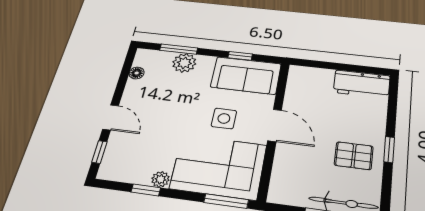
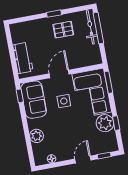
window: (179, 49) -> (29, 143), removed
window: (240, 56) -> (20, 96), moved
workbench: (362, 84) -> (23, 58), moved
pallet: (354, 156) -> (63, 30), turned 90
plant: (160, 179) -> (105, 123), width x1.88, depth x1.88

